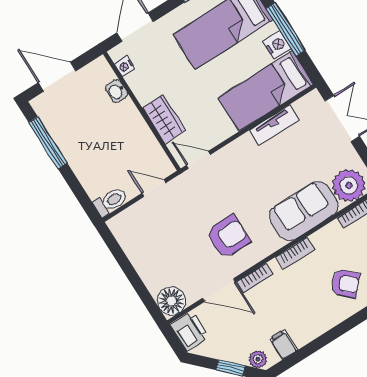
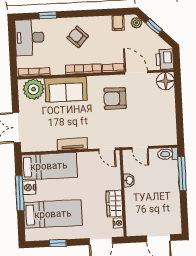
washbasin: (116, 91) -> (129, 180), moved
wardrobe: (164, 119) -> (114, 204), moved
tv unit: (274, 125) -> (72, 144), moved
window: (48, 143) -> (182, 174), moved
bookcase: (295, 253) -> (84, 69), width x1.56
armchair: (345, 283) -> (78, 37), moved

